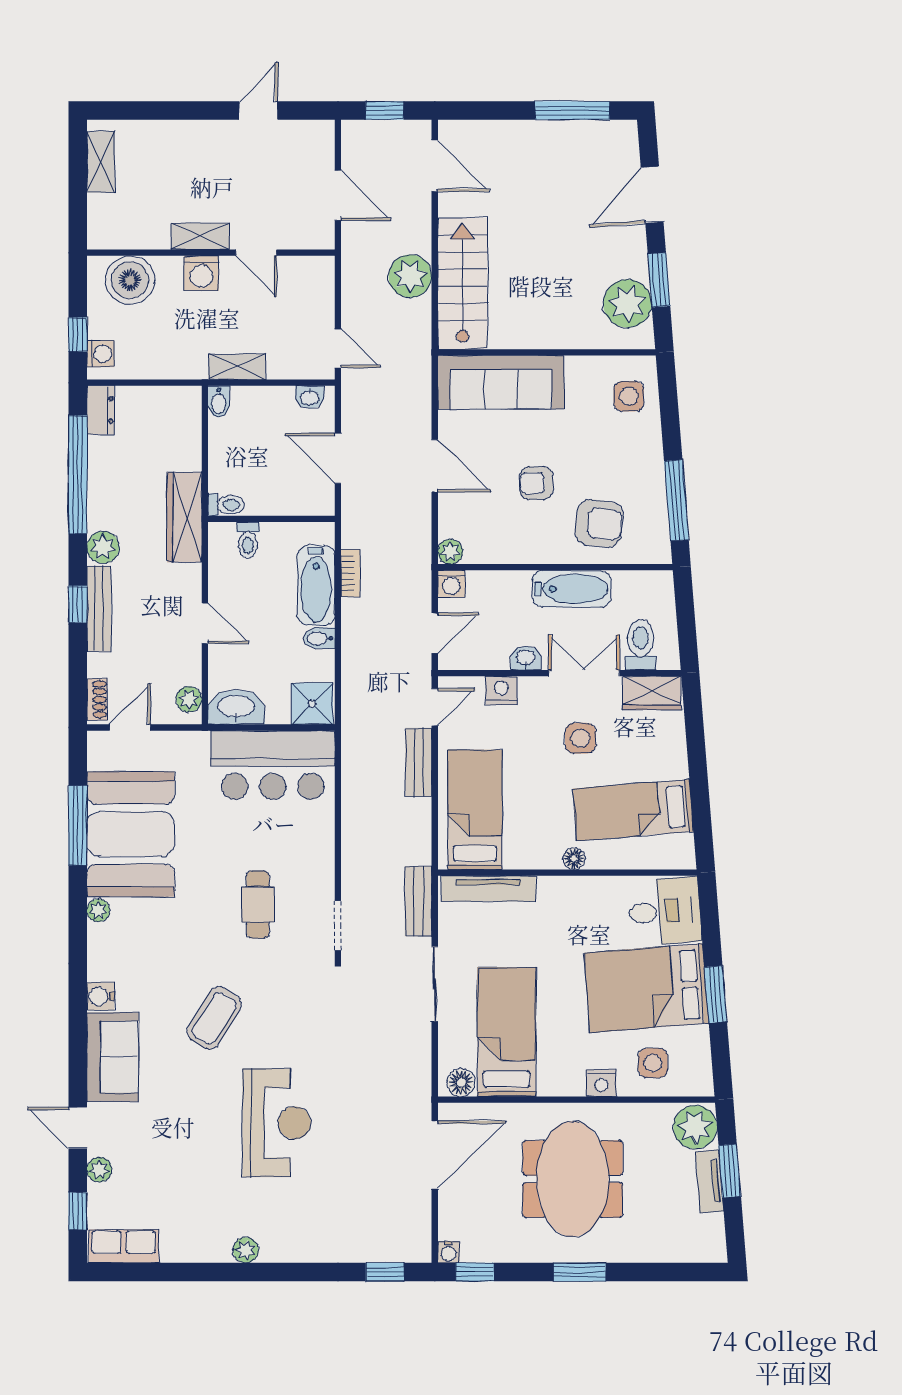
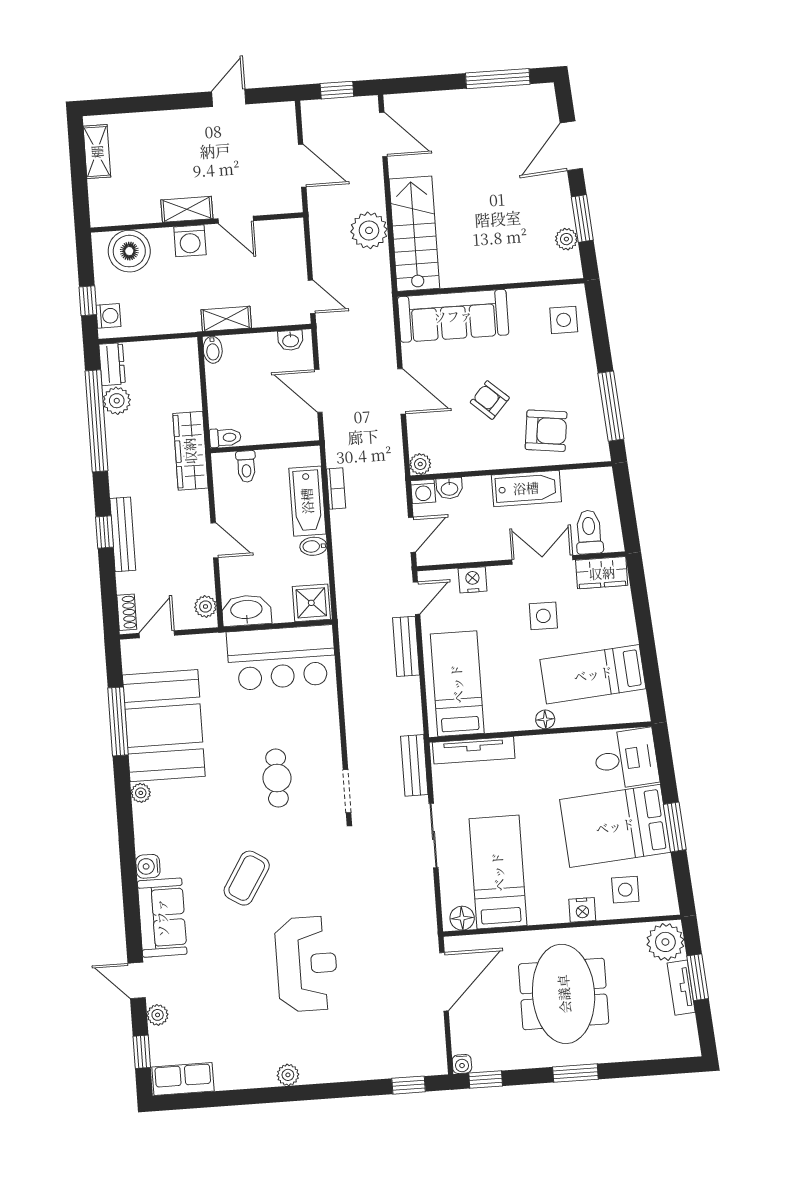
plant: (627, 303) -> (566, 239), width x0.53, depth x0.53
armchair: (536, 483) -> (490, 400), turned 42
plant: (103, 547) -> (117, 401), moved
washbasin: (526, 658) -> (449, 488), moved, turned 180

